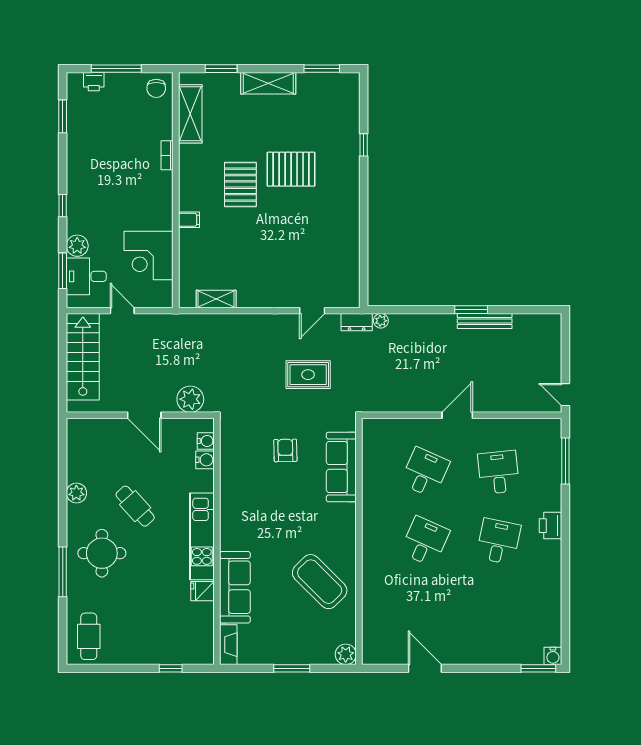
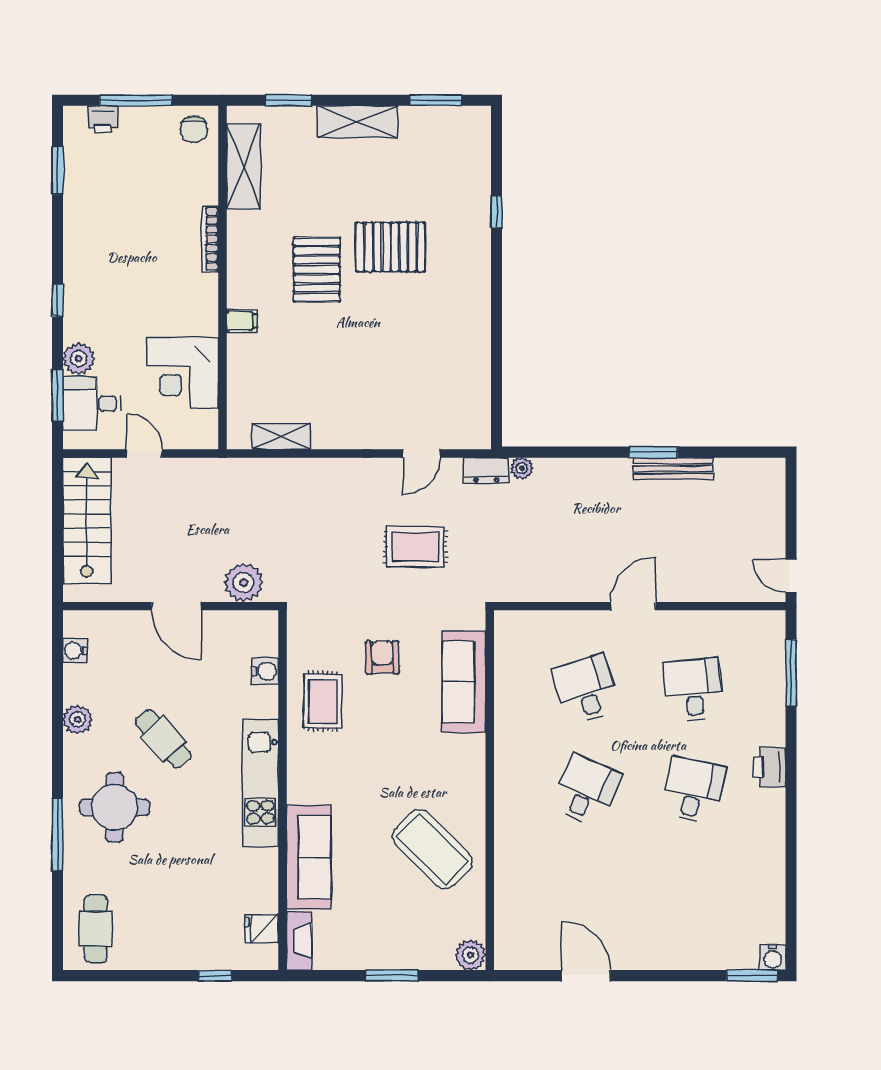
bookcase: (167, 155) -> (210, 239), width x1.56
water cooler: (206, 441) -> (75, 651), moved, turned 180
desk: (425, 472) -> (586, 689), turned -42
rug: (245, 480) -> (323, 701), added
fridge: (202, 591) -> (261, 929), moved

